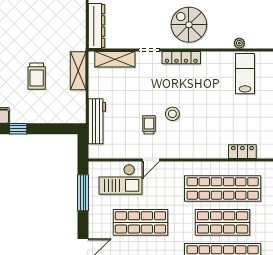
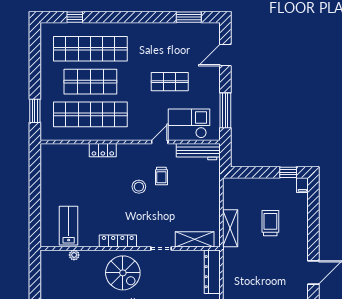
locker: (181, 58) -> (118, 241), moved
lab bench: (245, 74) -> (69, 226), turned 180
workbench: (97, 121) -> (198, 152), moved, turned -90
locker: (242, 152) -> (103, 150), moved
shop shelf: (140, 222) -> (170, 82), width x0.70, depth x0.74

